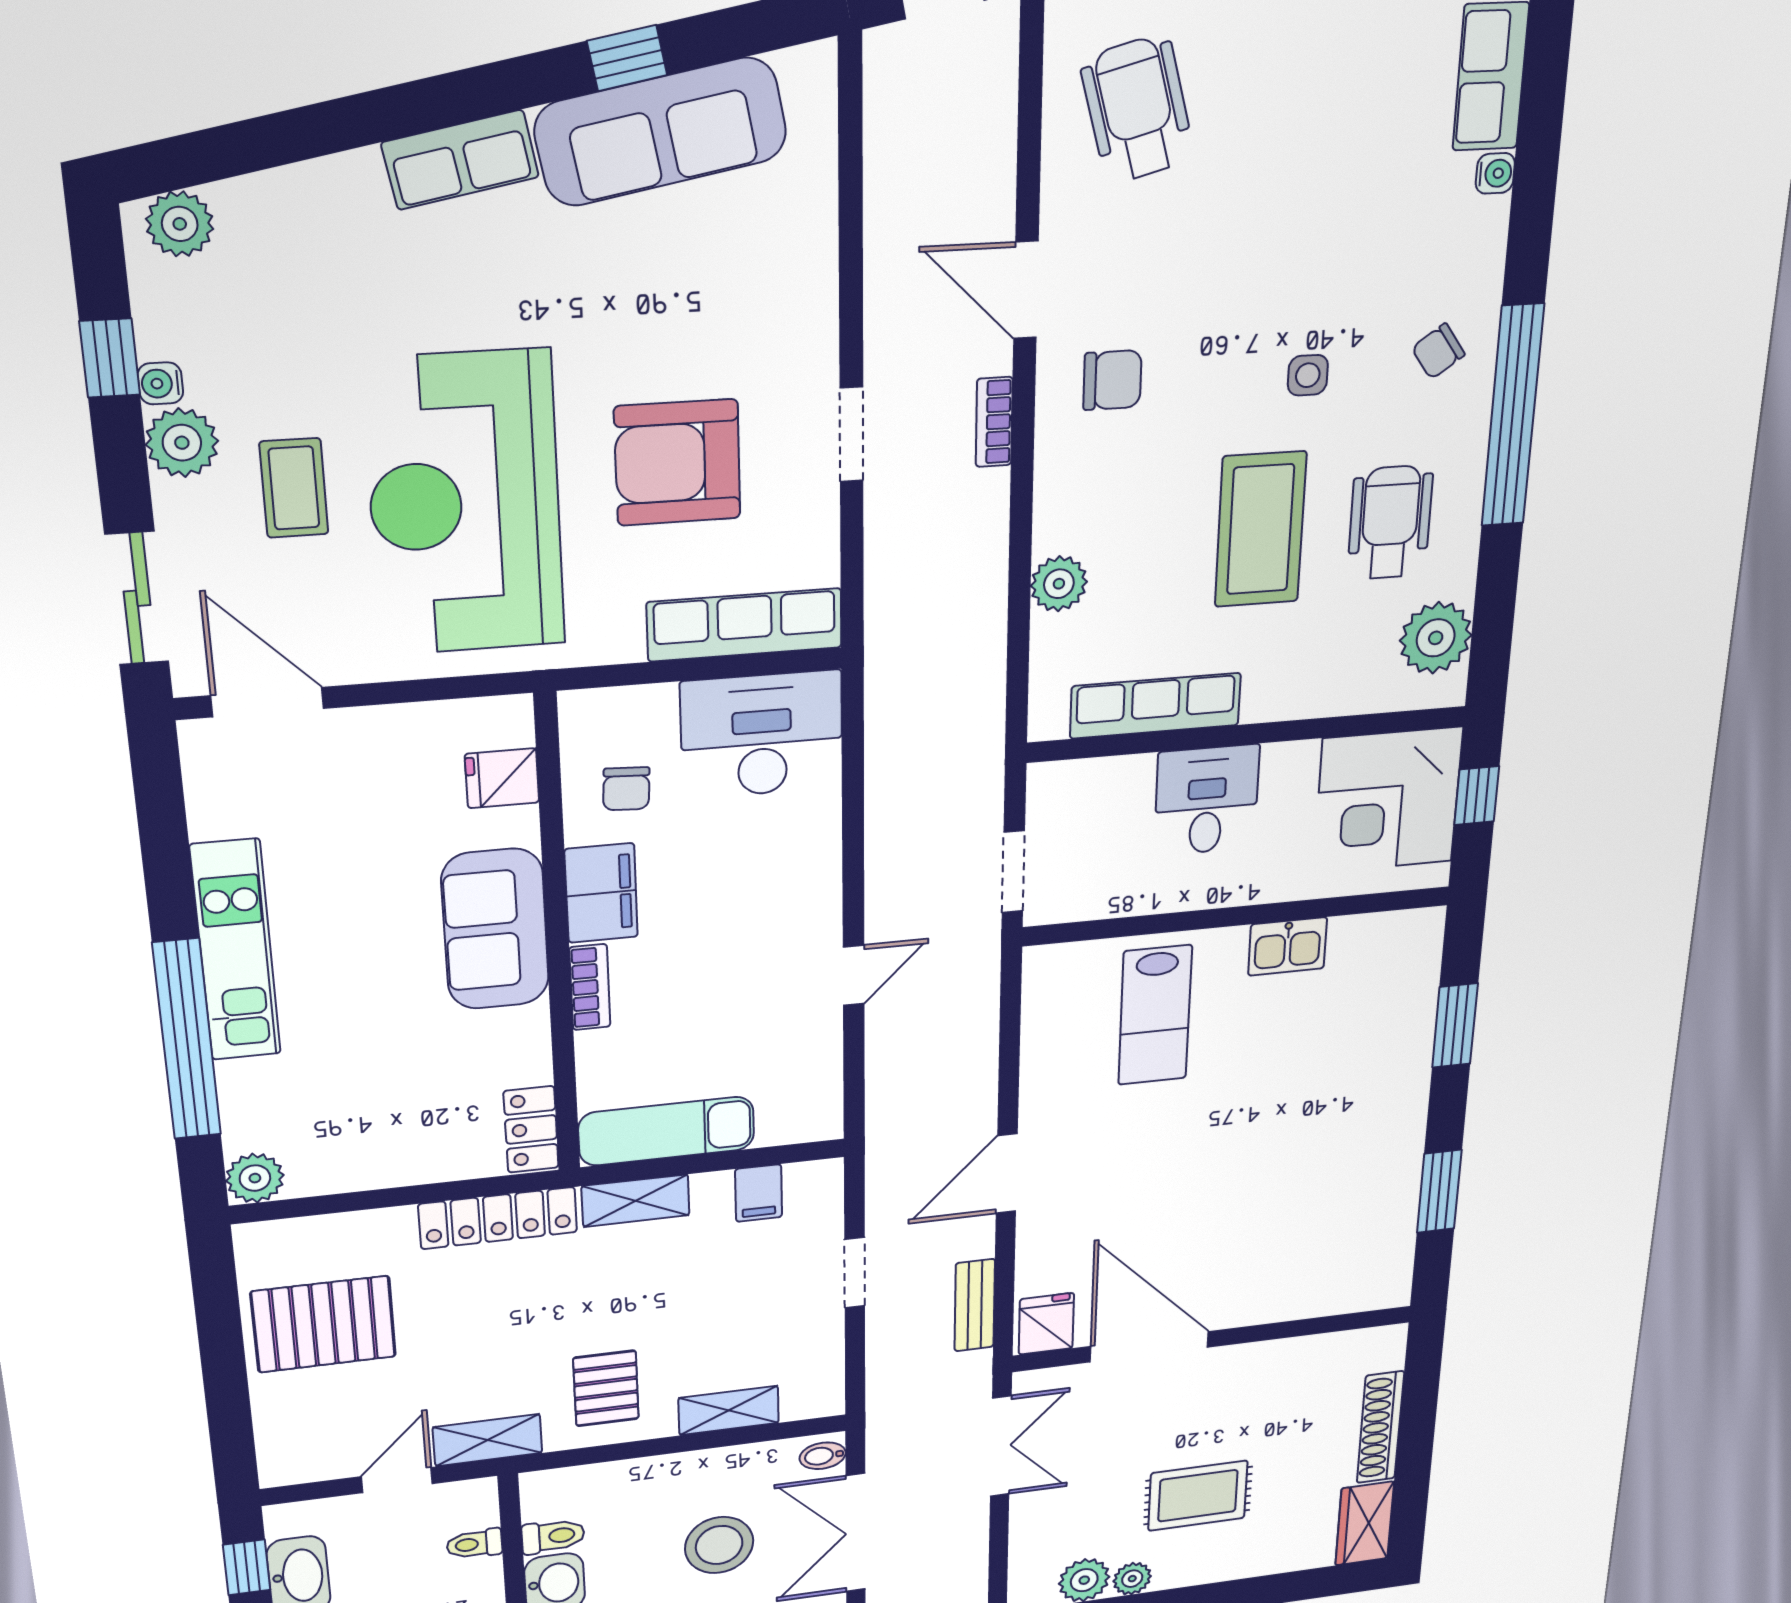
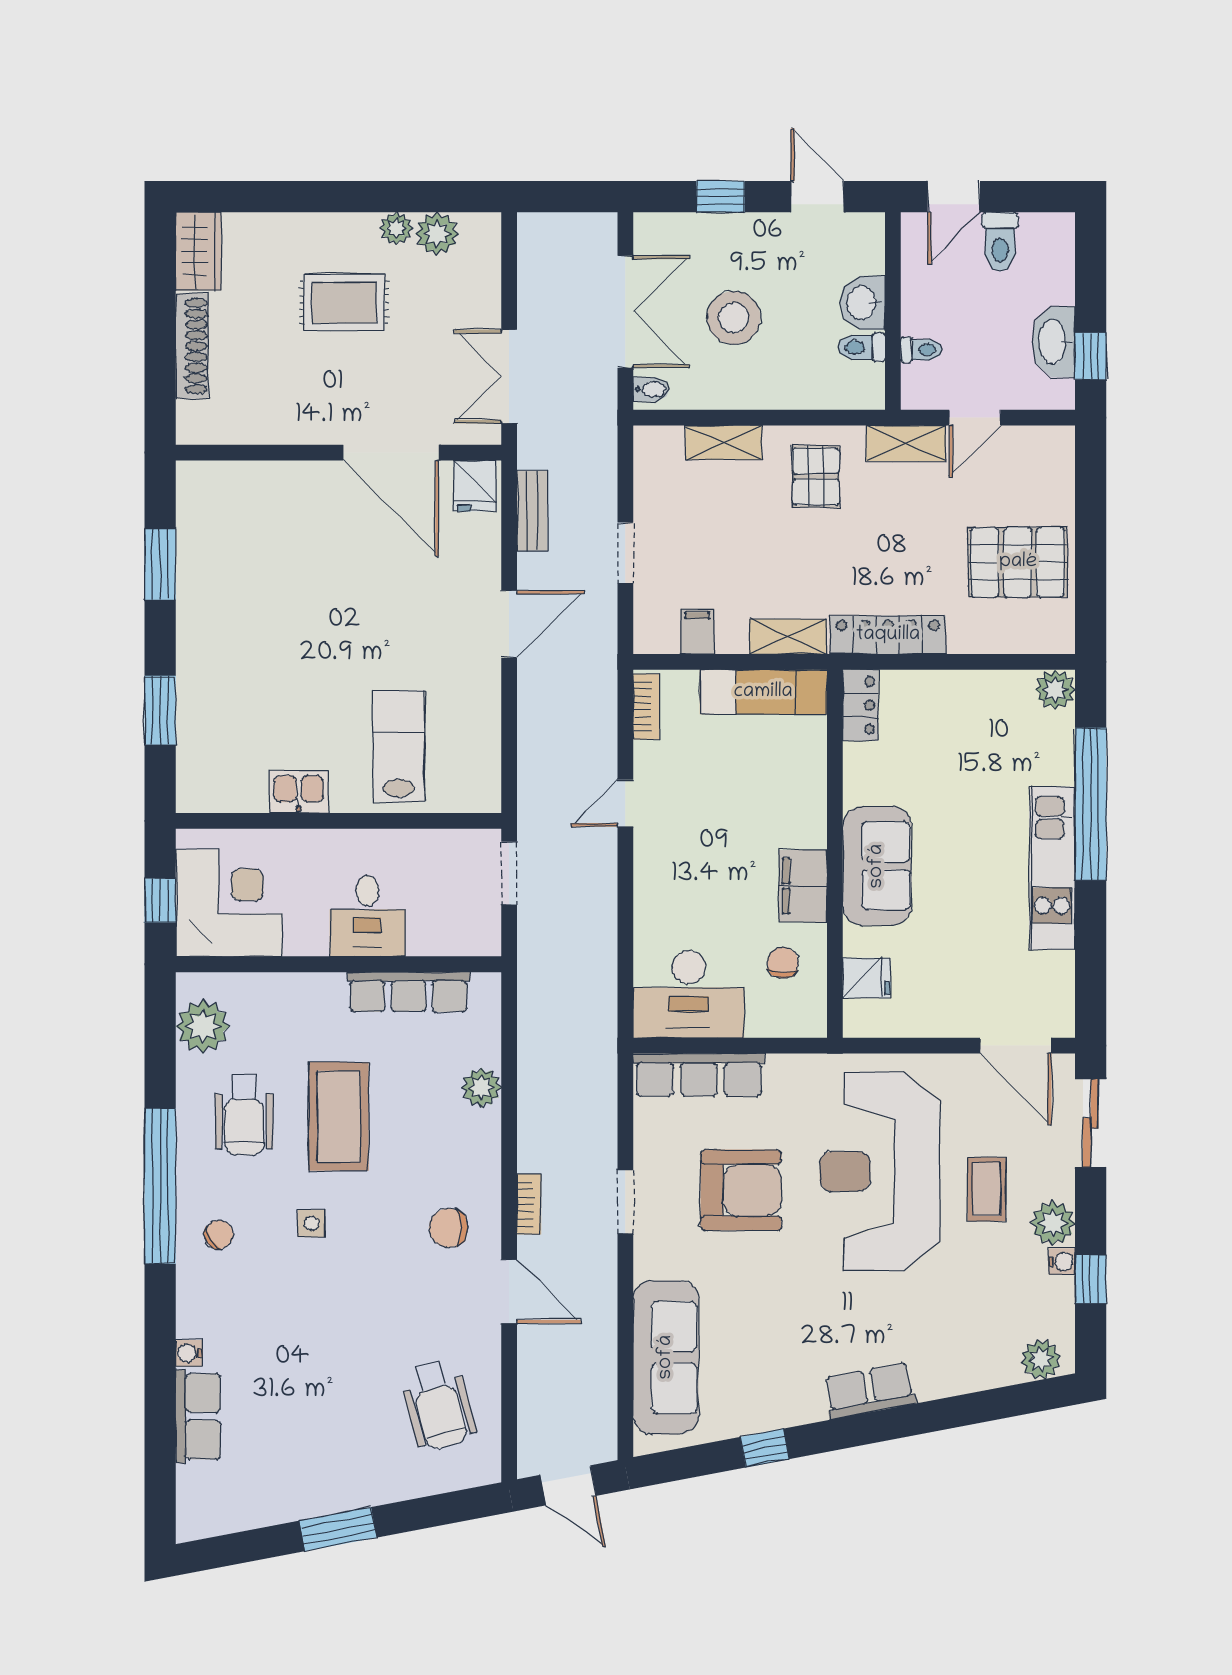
sofa: (661, 132) -> (666, 1357), moved, turned 101
reception desk: (465, 504) -> (880, 1171), turned 180
bookcase: (590, 987) -> (646, 707), moved, turned 180

